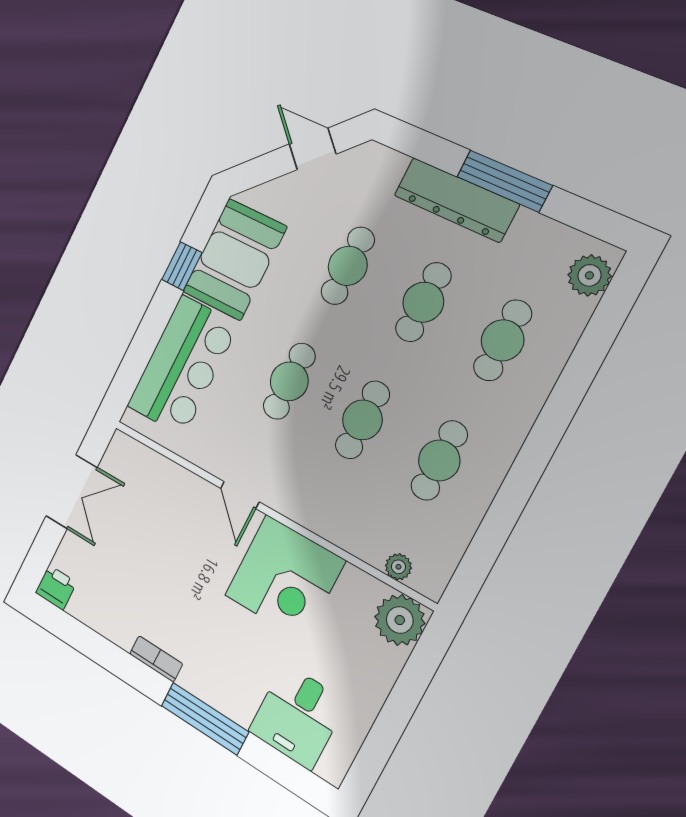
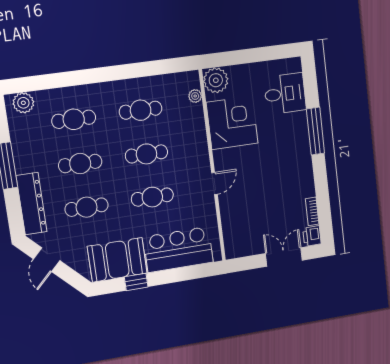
dresser: (456, 200) -> (32, 204), moved
double door: (71, 492) -> (284, 257), moved
corner desk: (285, 578) -> (232, 123), moved
bookcase: (156, 659) -> (312, 211), moved

